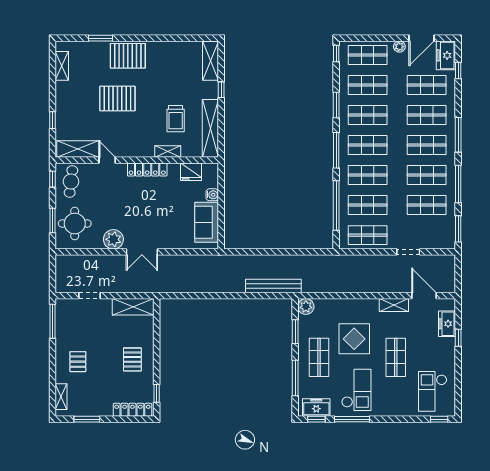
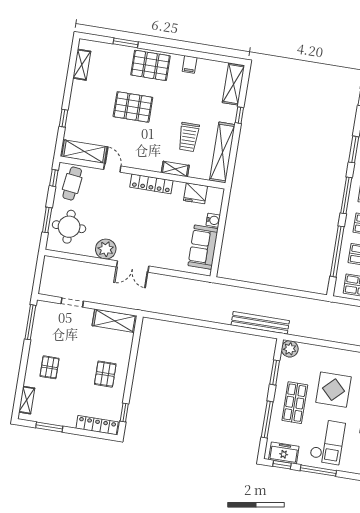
filing cabinet: (165, 49) -> (190, 64), added

